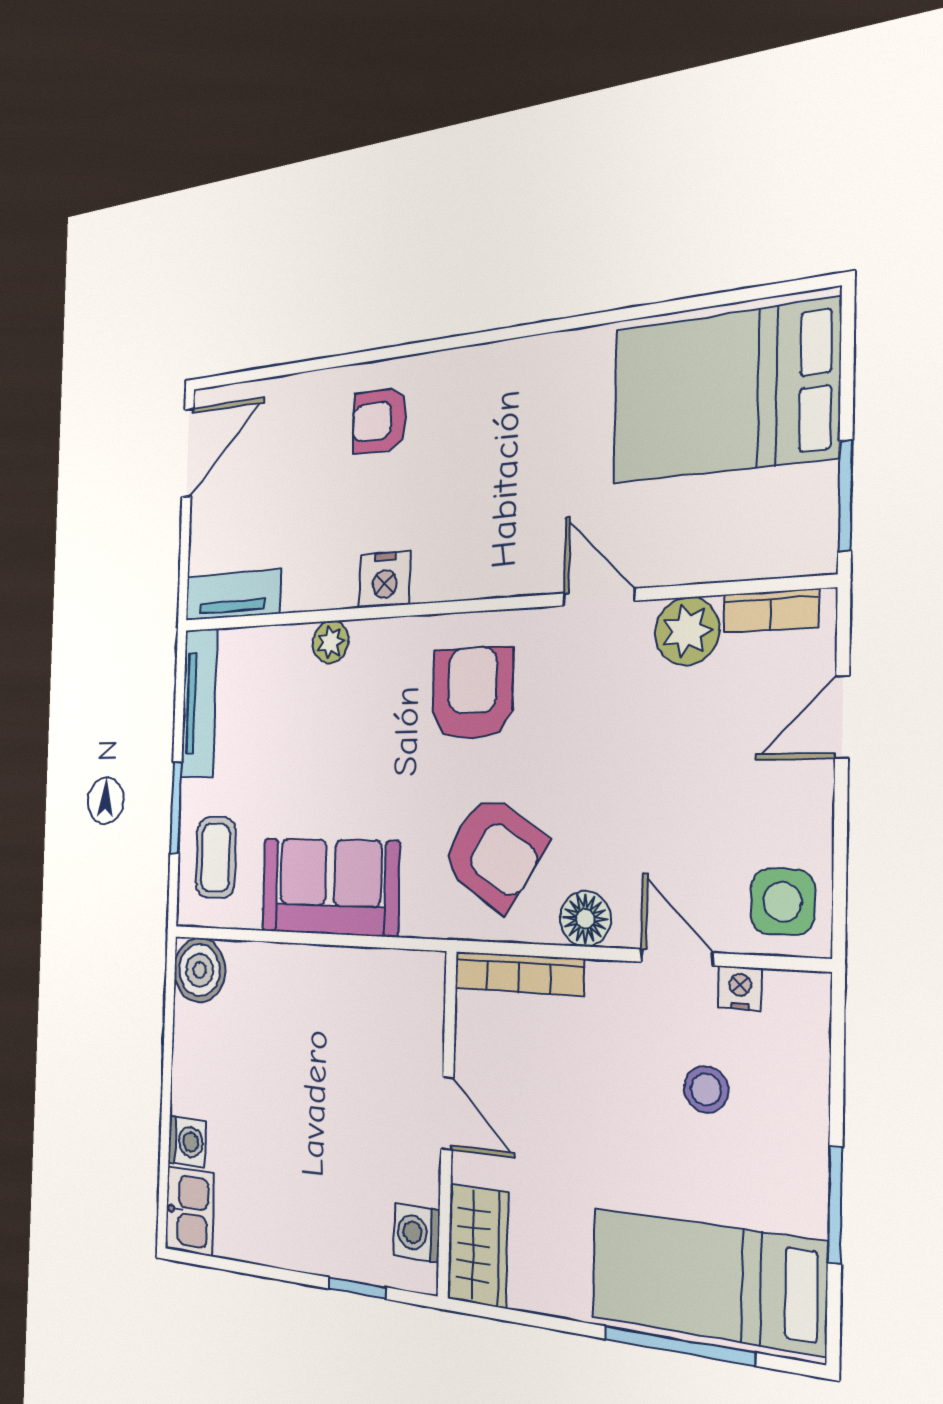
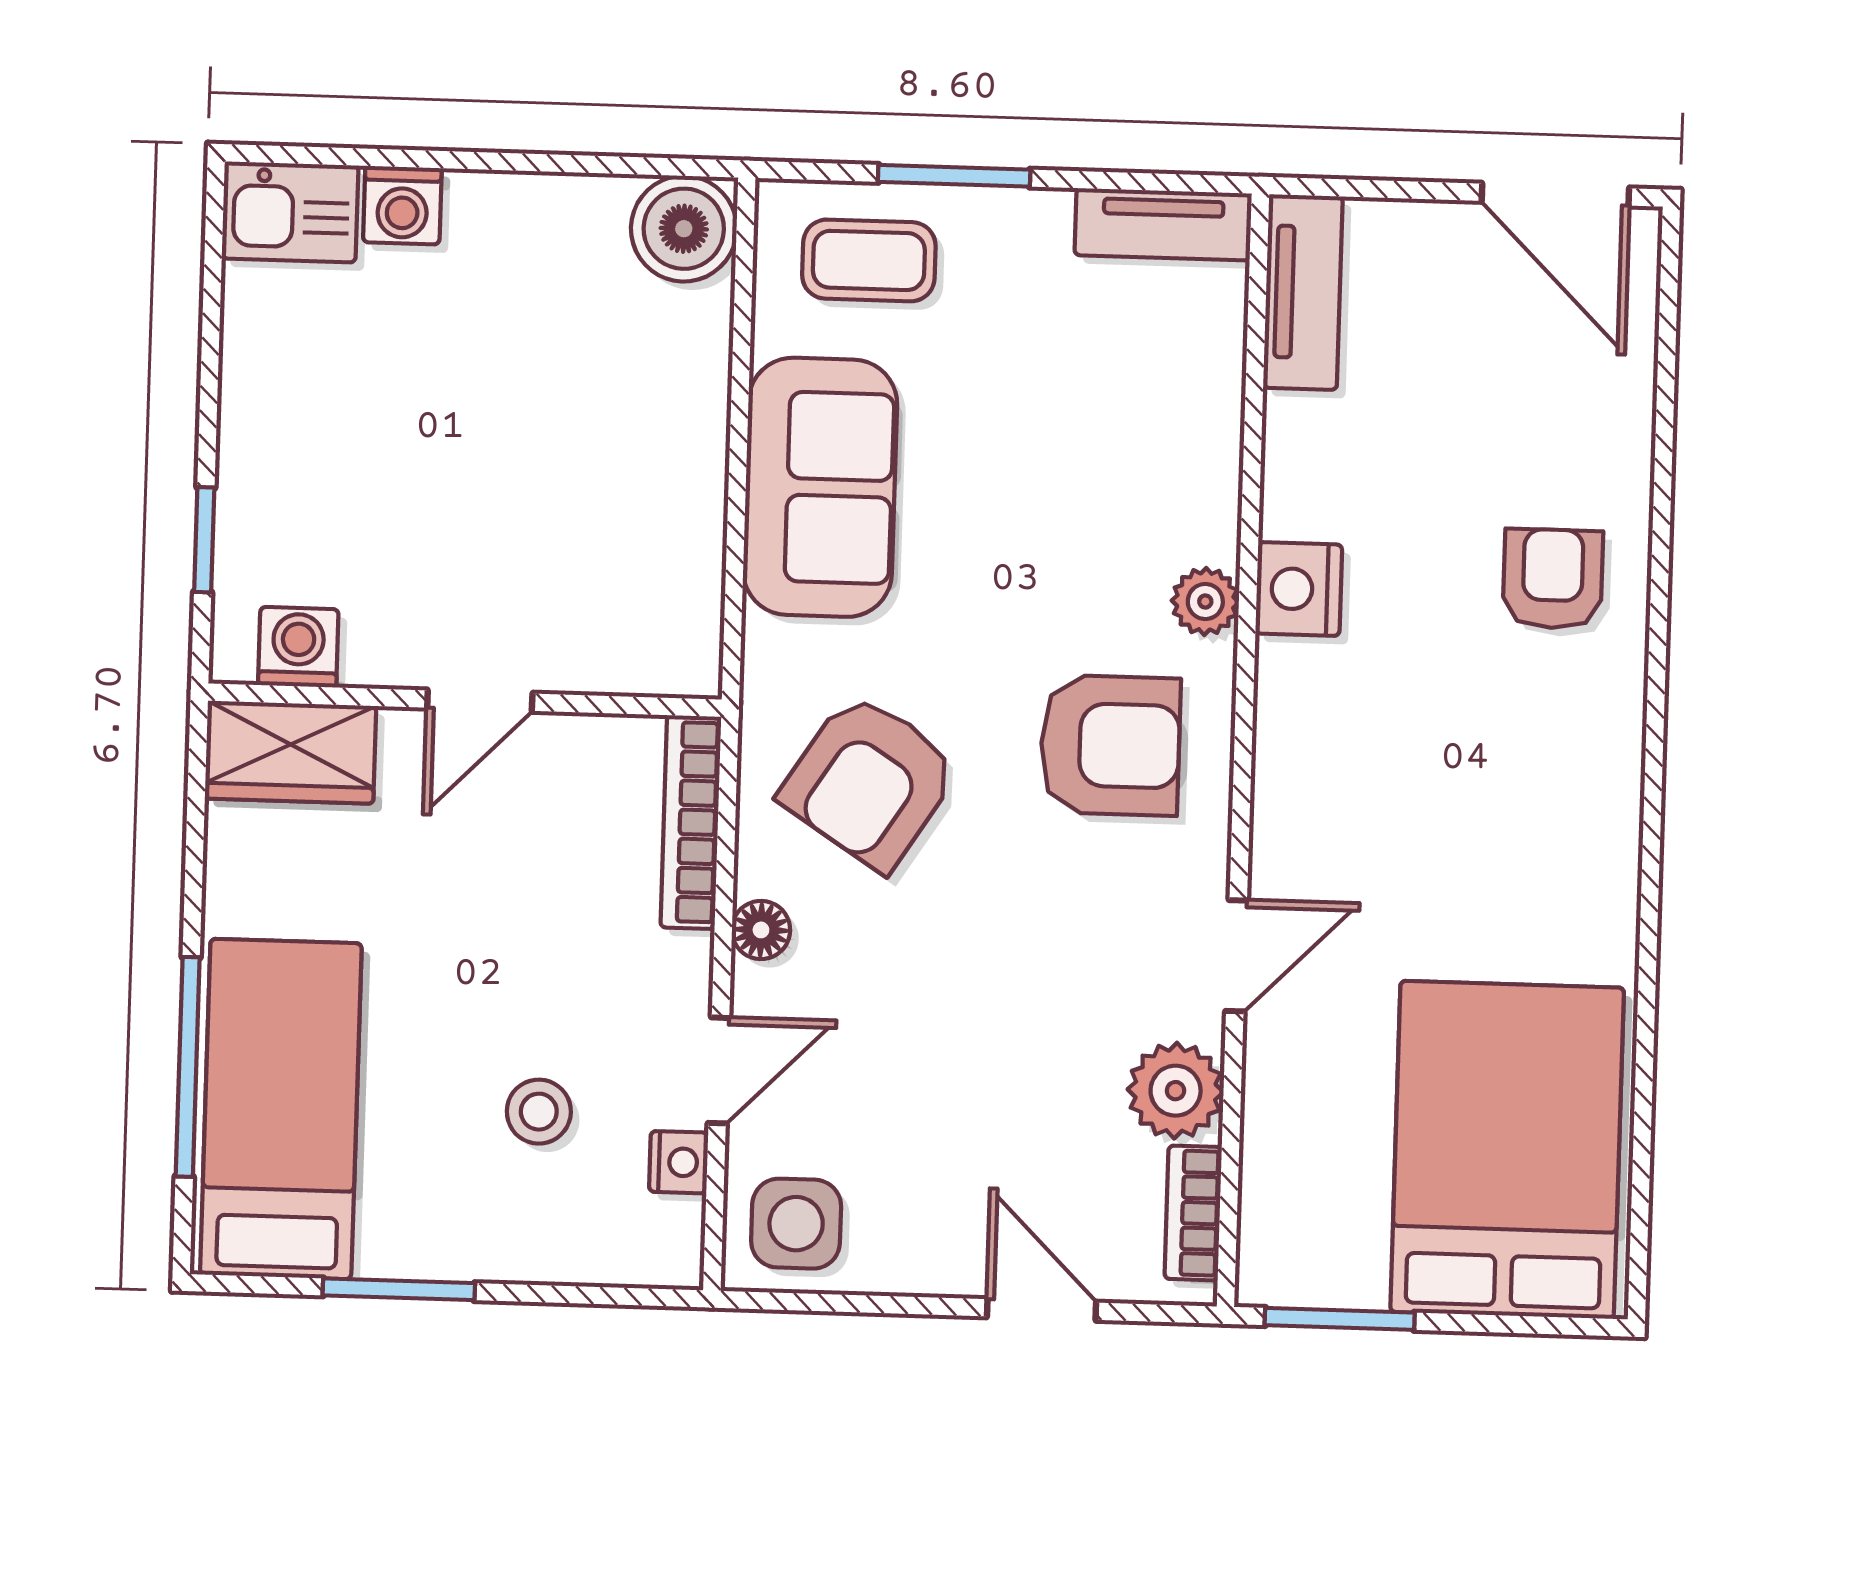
plant: (331, 642) -> (1205, 602), moved
tv unit: (199, 703) -> (1163, 224), width x0.71
floor lamp: (585, 919) -> (761, 930), width x0.73, depth x0.73

